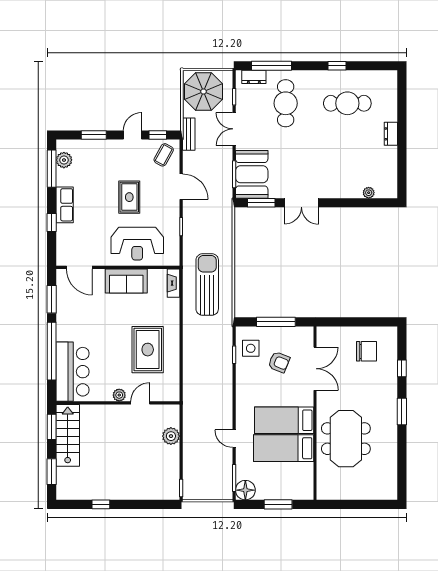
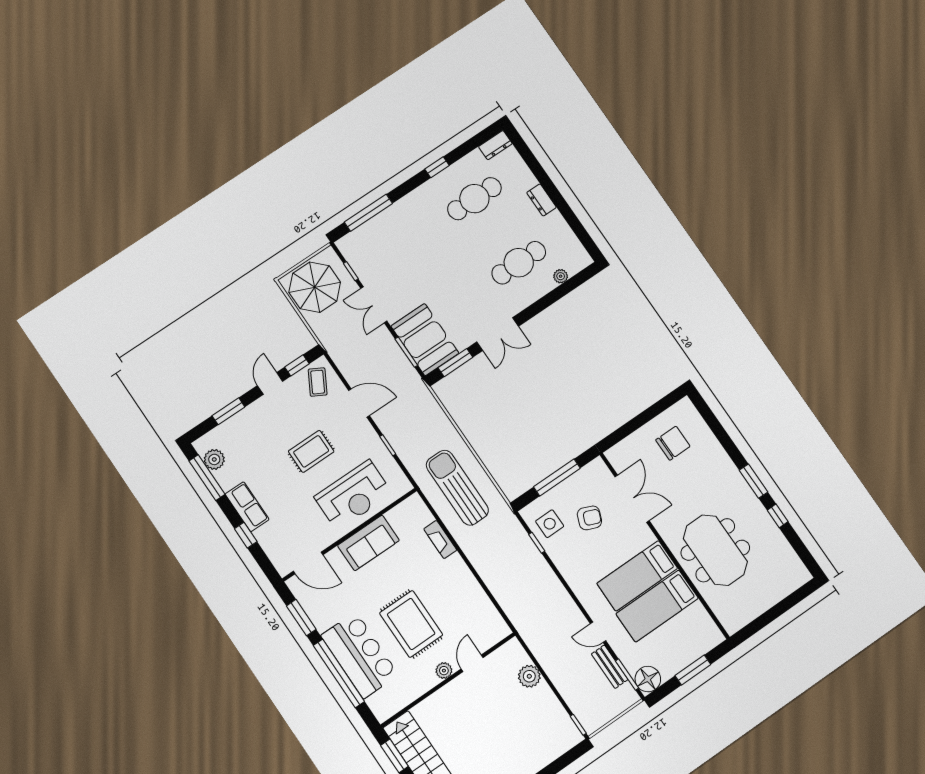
dresser: (254, 77) -> (495, 145), moved
cafe table: (286, 103) -> (519, 263), moved, turned 90
bench: (189, 134) -> (610, 667), moved
rug: (129, 197) -> (311, 451), turned 90
fireplace: (174, 283) -> (440, 540), moved
rug: (148, 350) -> (411, 624), moved
window: (402, 368) -> (778, 516), moved
bar counter: (72, 372) -> (360, 655), moved

